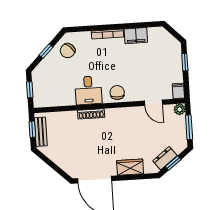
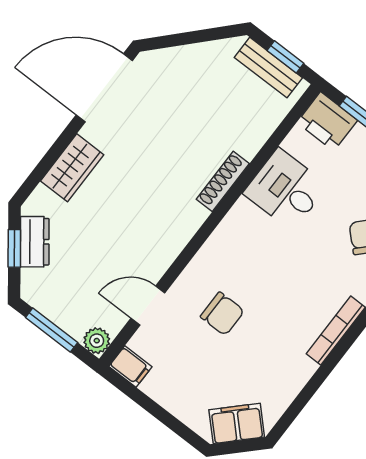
filing cabinet: (136, 36) -> (237, 423), moved, turned 45
window: (185, 62) -> (170, 421), removed
desk: (88, 90) -> (285, 189), moved
chair: (117, 92) -> (222, 314), moved
printer: (41, 97) -> (327, 121), added

